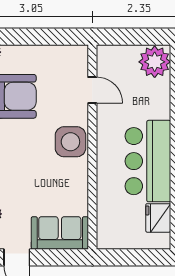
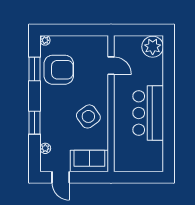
side table: (70, 142) -> (88, 116), moved, turned -36
fridge: (158, 218) -> (155, 151), removed

